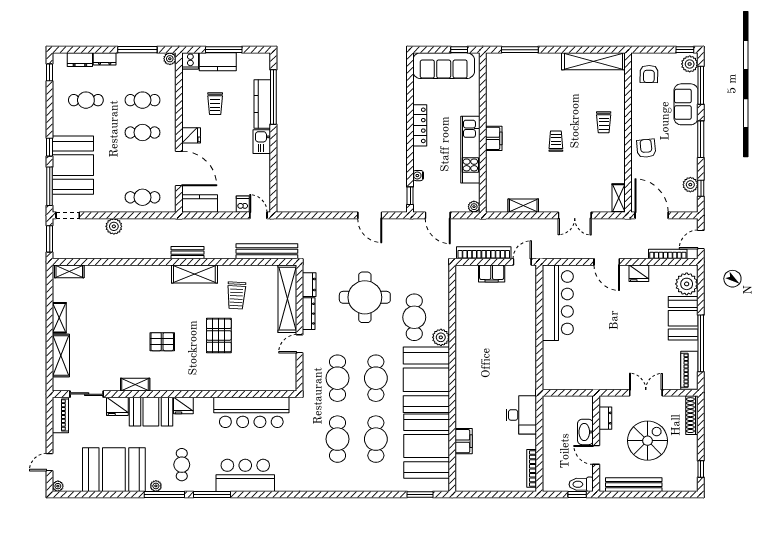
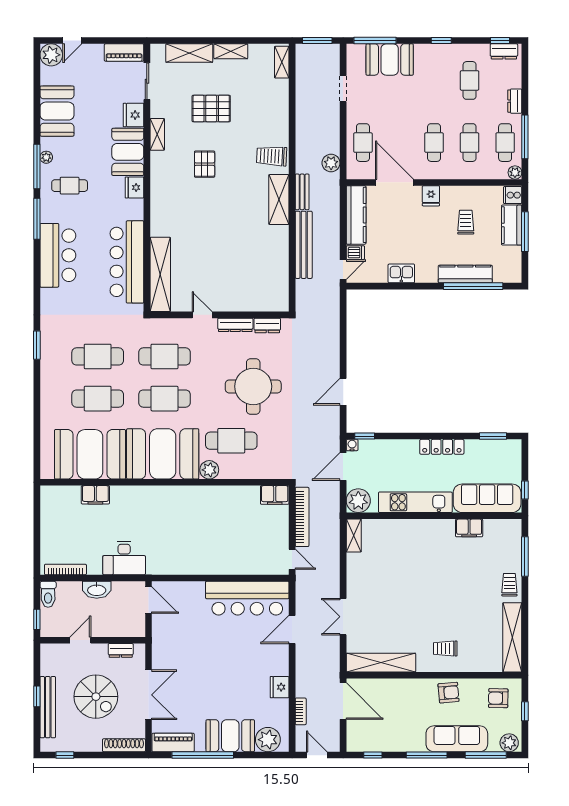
window: (685, 50) -> (525, 711), moved
dresser: (80, 60) -> (504, 51), moved, turned -90
sofa: (444, 66) -> (487, 498), moved, turned 90
cafe table: (142, 68) -> (505, 143), added
window: (410, 79) -> (493, 436), added
trolley: (215, 104) -> (466, 222), turned 90
sofa: (686, 104) -> (457, 739), width x1.36
filing cabinet: (494, 138) -> (469, 528), moved
trolley: (556, 141) -> (509, 585), moved, turned -90
kitchen sink: (262, 142) -> (401, 273), moved
window: (50, 147) -> (441, 41), moved
armchair: (646, 148) -> (449, 693), moved
booth: (73, 165) -> (390, 59), width x0.73, depth x0.70
door: (179, 168) -> (395, 182), swing flipped
water cooler: (418, 176) -> (352, 445), moved
plant: (690, 185) -> (377, 744), removed
shelving: (619, 198) -> (381, 663), width x2.20, depth x1.33
kitchen counter: (200, 204) -> (356, 215), width x1.50
shelving: (523, 206) -> (354, 536), moved
plant: (474, 207) -> (358, 501), width x1.87, depth x1.87
doorway: (68, 215) -> (343, 89), moved
door: (652, 215) -> (343, 701), hinge flipped
plant: (114, 226) -> (331, 163), moved
bench: (267, 251) -> (304, 245), moved
bookcase: (668, 254) -> (301, 711), width x0.64
door: (607, 262) -> (292, 630), moved
filing cabinet: (492, 273) -> (275, 495), moved, turned -90
trolley: (236, 295) -> (272, 156), moved
shelving: (287, 299) -> (160, 274), moved, turned 90
pallet: (219, 335) -> (211, 109), moved
door: (559, 393) -> (149, 600), added
double door: (646, 393) -> (149, 695), width x1.37
washbasin: (585, 432) -> (97, 590), moved, turned 180
door: (50, 462) -> (72, 41), swing flipped
booth: (114, 470) -> (57, 111), width x0.73, depth x0.70
toilet: (581, 484) -> (48, 594), moved, turned 180
bench: (634, 485) -> (48, 707), moved
plant: (58, 486) -> (51, 55), width x1.88, depth x1.88
window: (420, 494) -> (37, 345), moved
window: (647, 494) -> (37, 696), added

